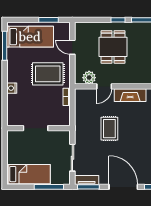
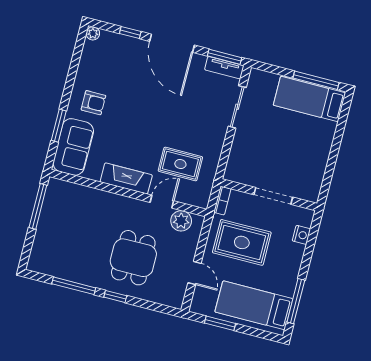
doorway: (36, 128) -> (273, 196), moved
wall: (39, 128) -> (269, 195), moved
rug: (109, 129) -> (180, 164), moved, turned 90
window: (49, 187) -> (316, 80), moved

